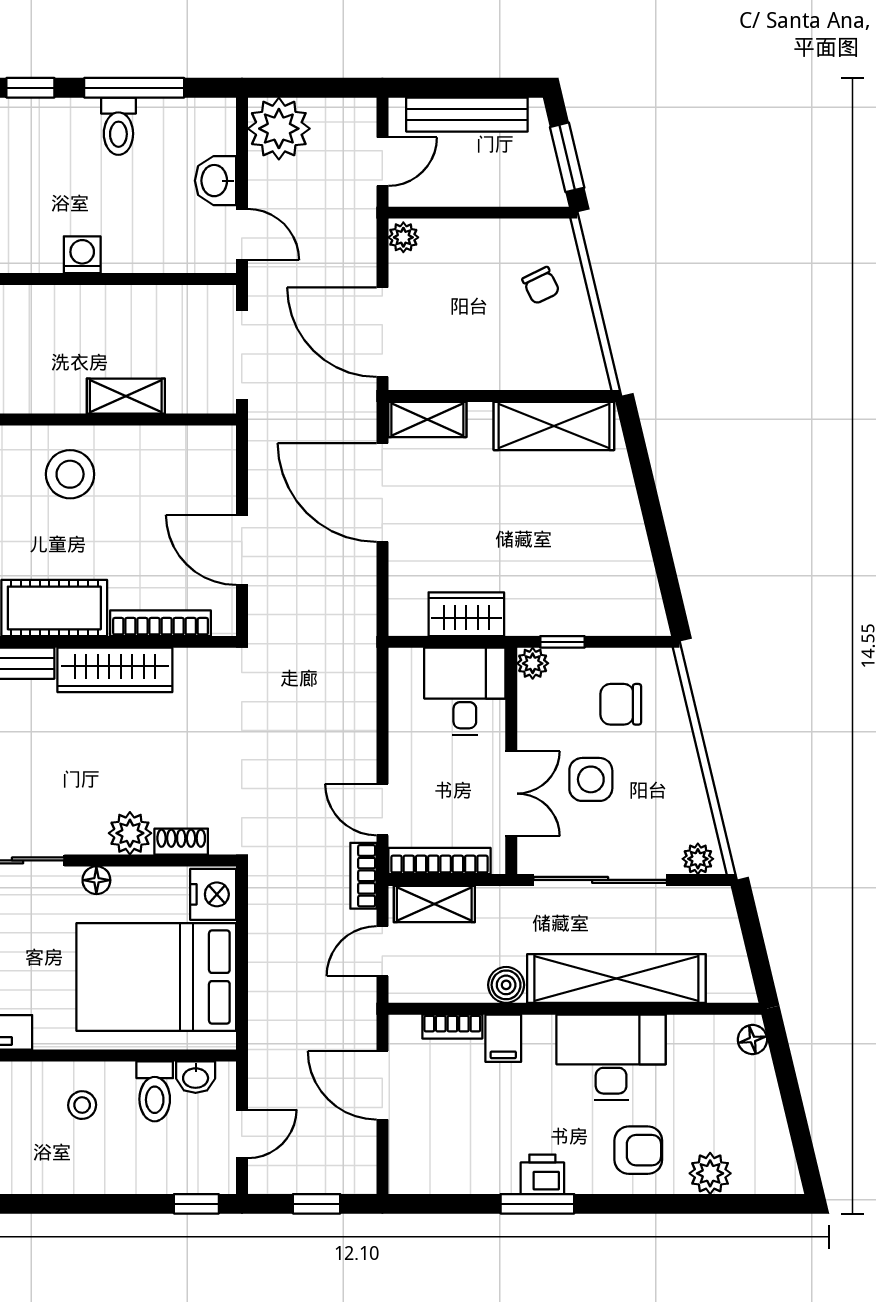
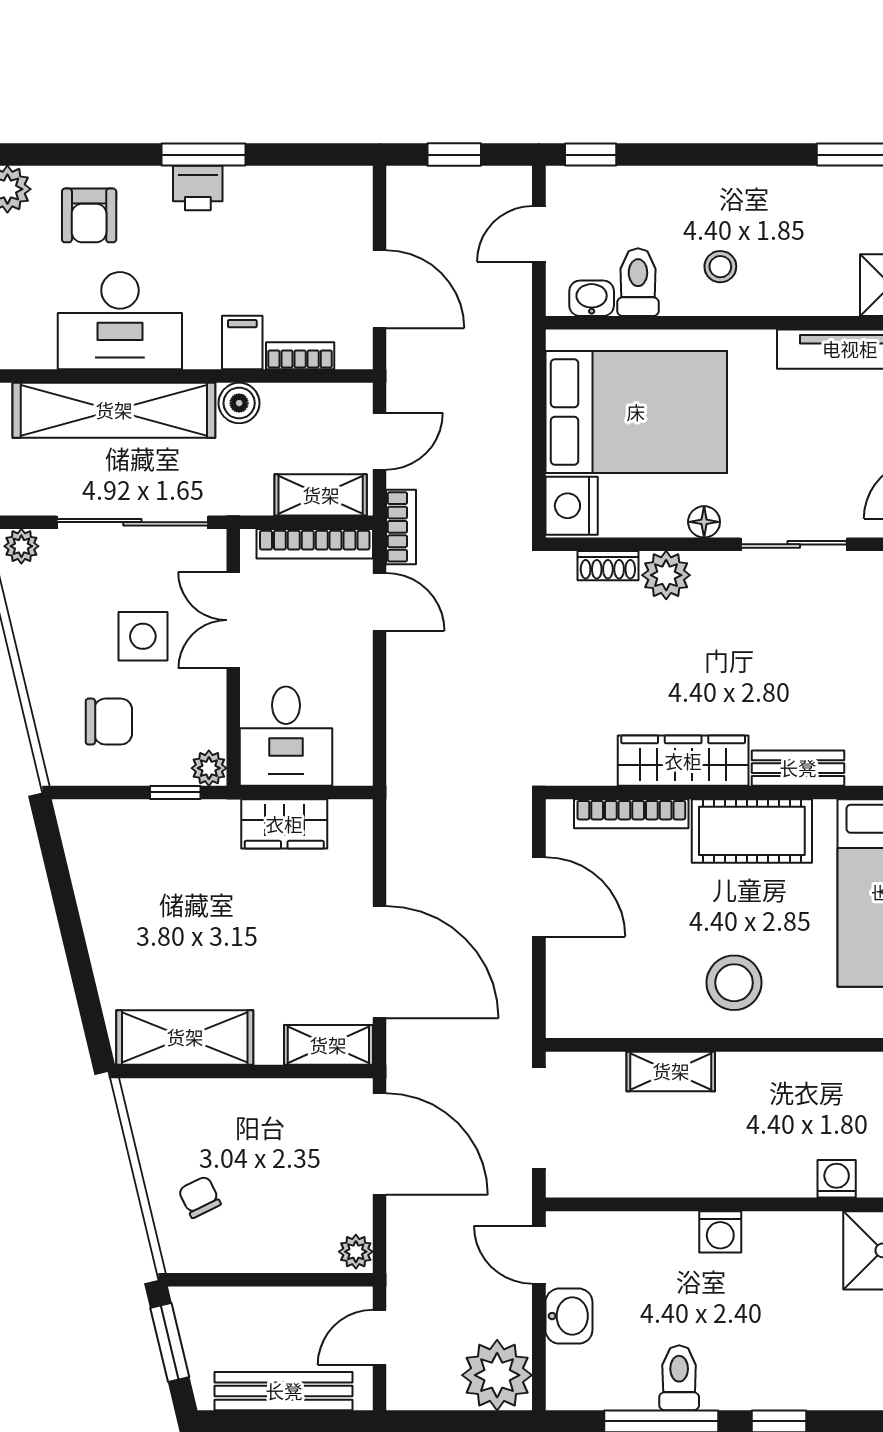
armchair: (638, 1150) -> (89, 215), turned -90

